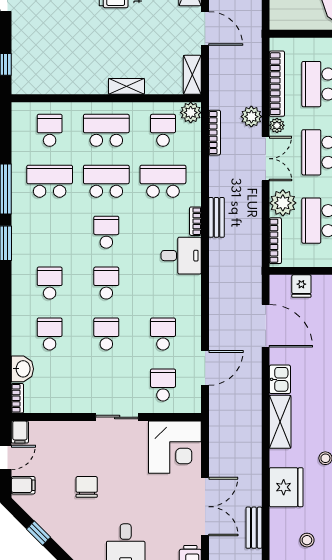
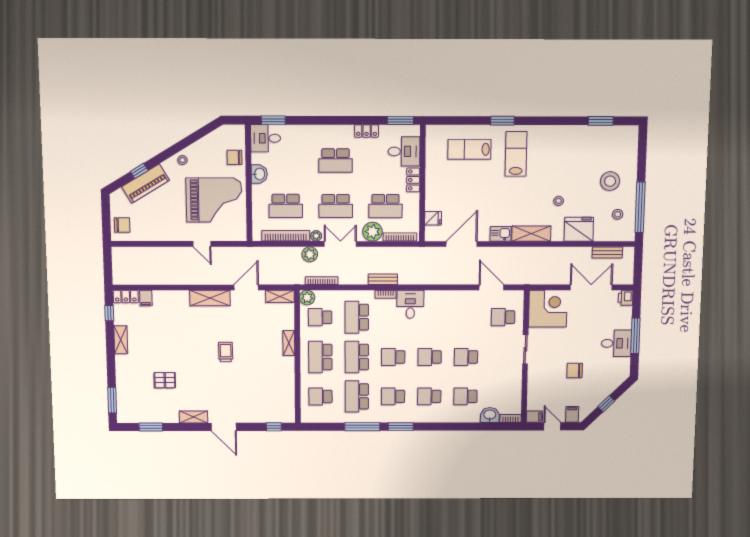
school desk: (163, 334) -> (393, 396), moved

